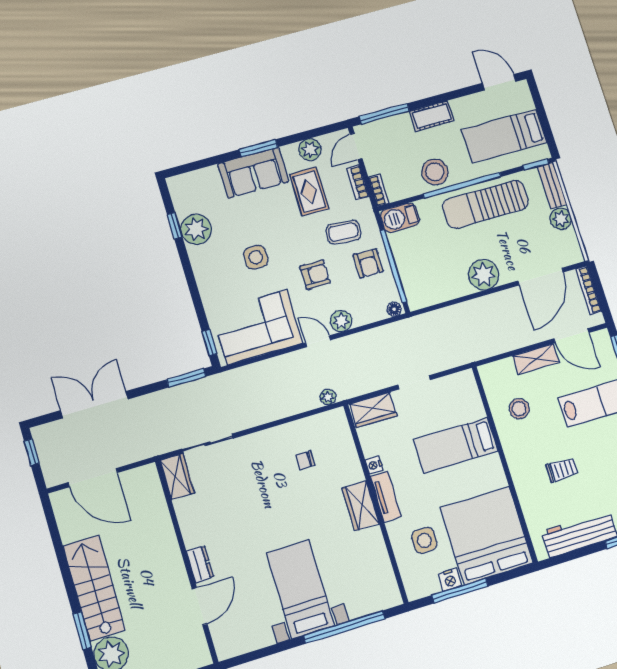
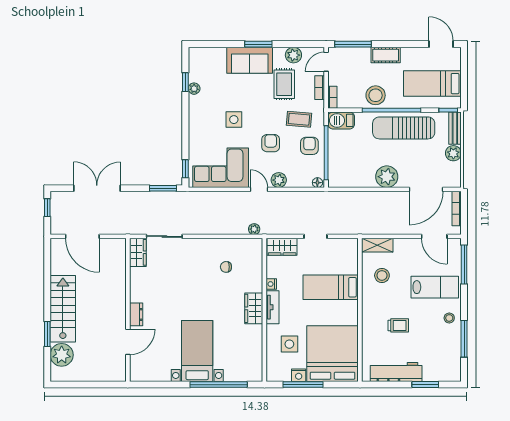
plant: (196, 229) -> (194, 89), width x0.53, depth x0.53
armchair: (368, 263) -> (309, 146), turned 180
armchair: (315, 275) -> (271, 143), turned -90
shelving: (536, 359) -> (377, 245), moved

